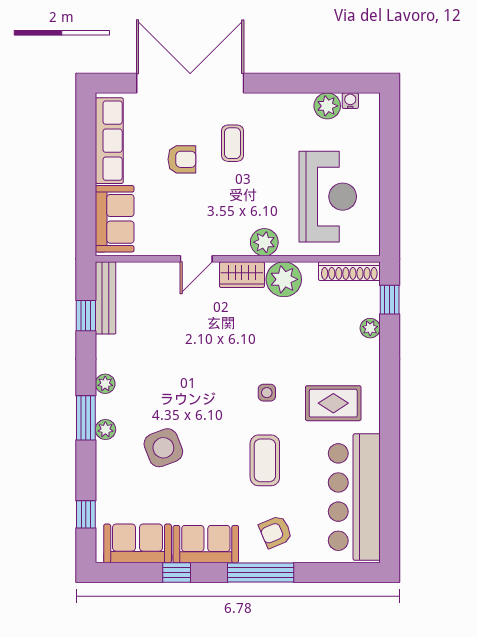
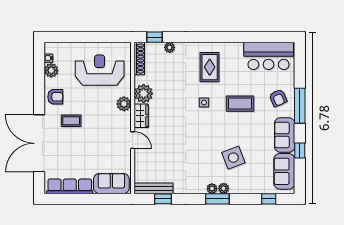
armchair: (182, 159) -> (55, 97), moved, turned 90
plant: (105, 384) -> (212, 189), moved
bar counter: (354, 497) -> (269, 56), width x0.73

